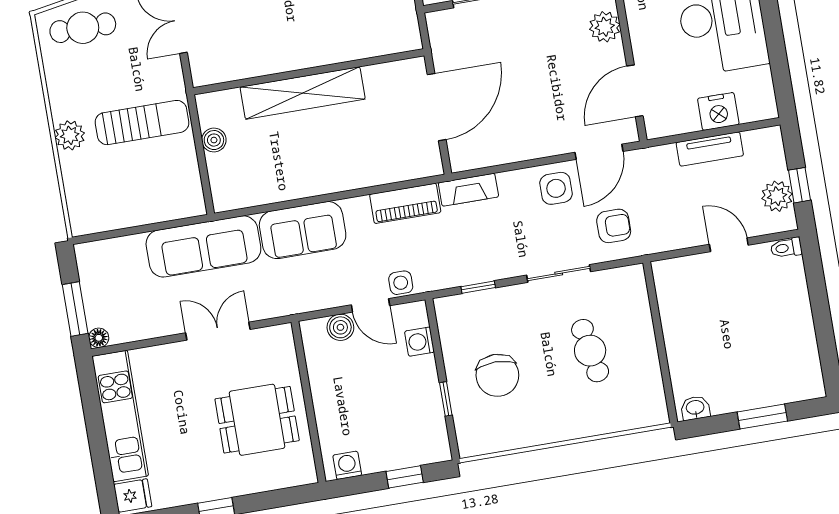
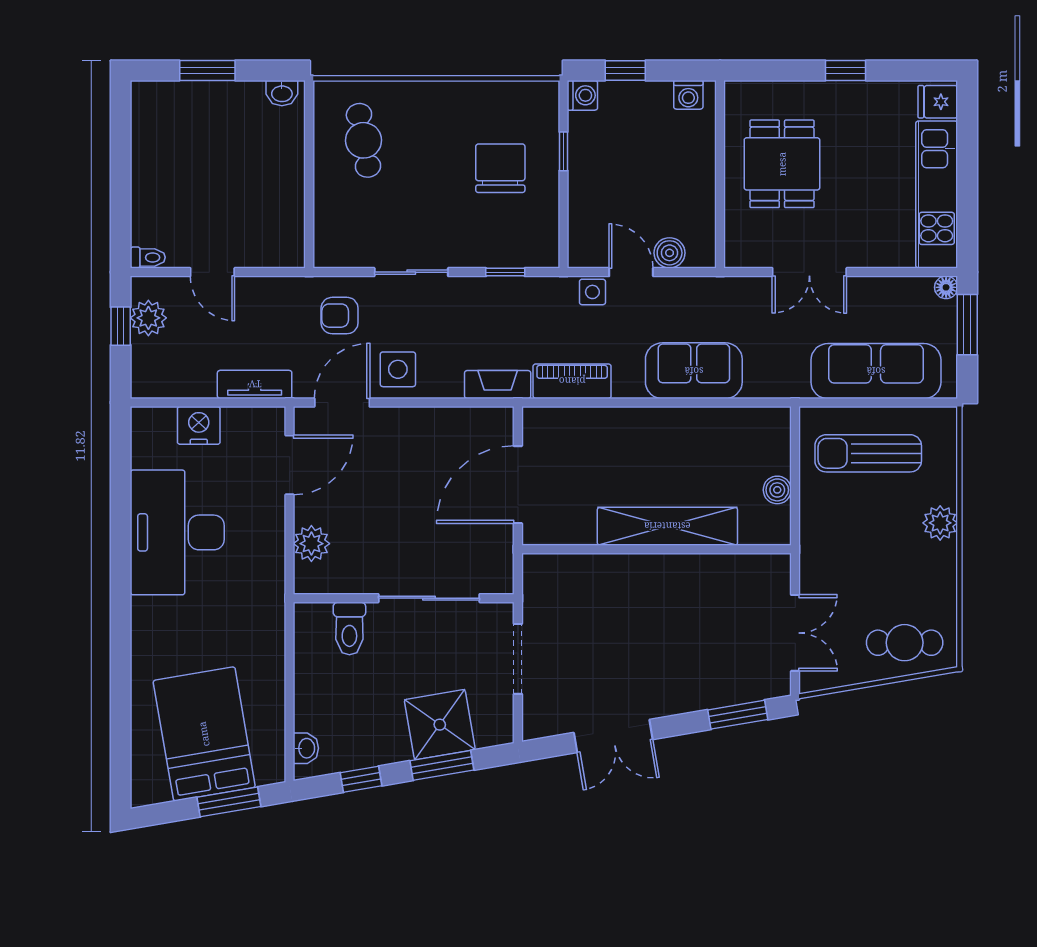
sun lounger: (142, 123) -> (868, 453), moved
tv unit: (710, 149) -> (255, 384), moved
sofa: (203, 246) -> (876, 371), moved
washing machine: (420, 342) -> (582, 95), moved
cafe table: (590, 351) -> (363, 140), moved
dining table: (257, 420) -> (782, 164), turned 90

